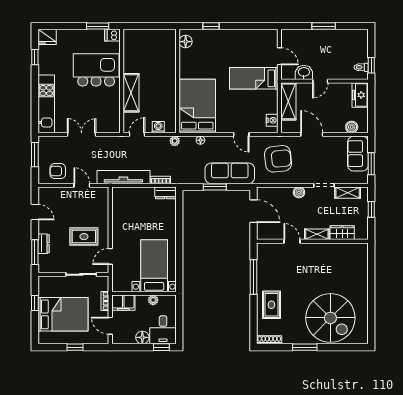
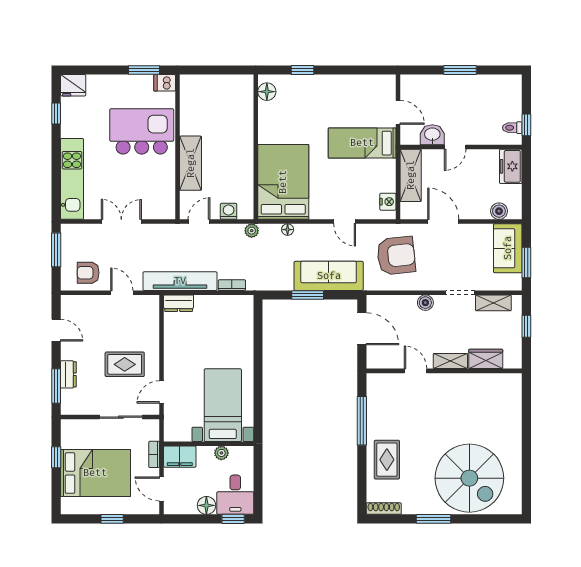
dresser: (165, 193) -> (179, 303), moved

